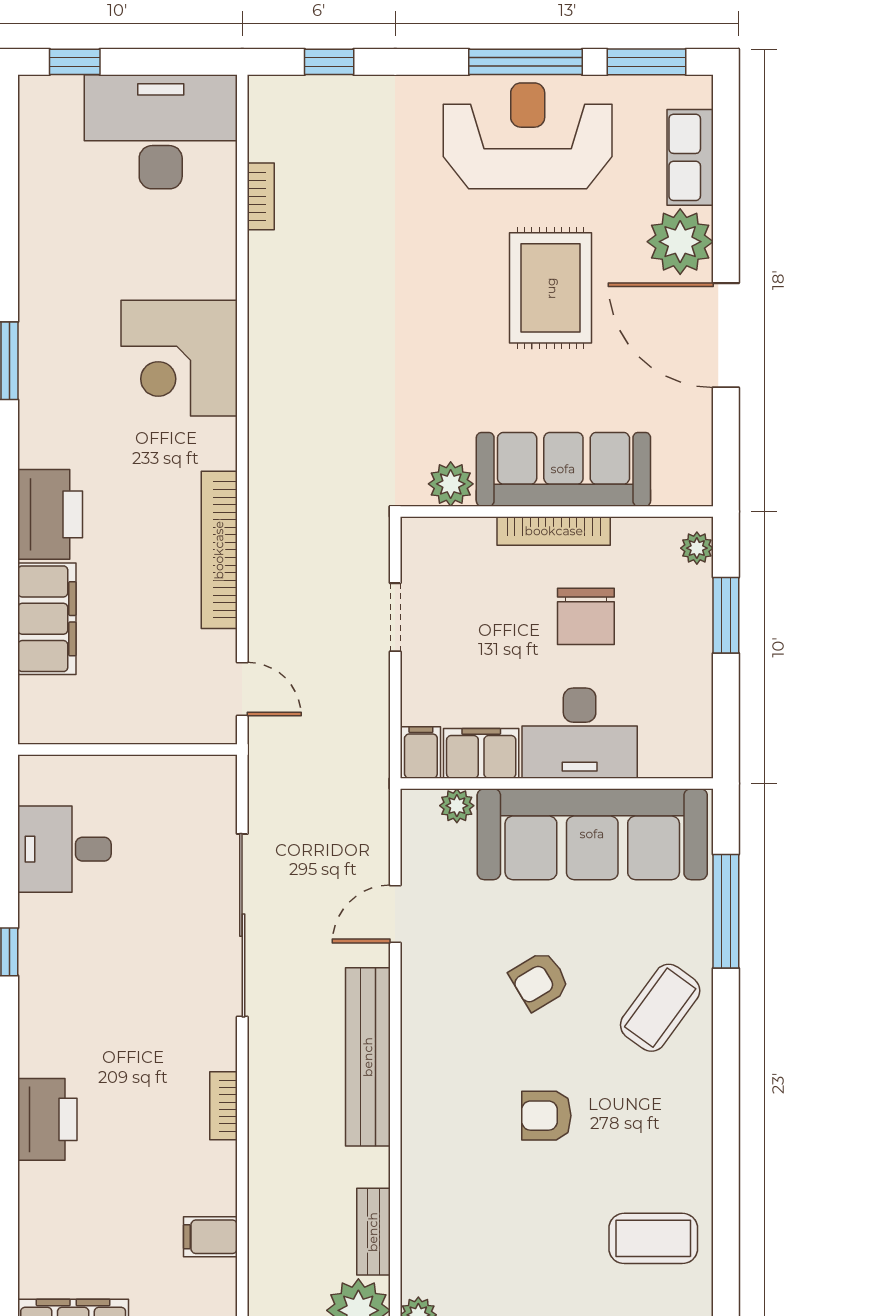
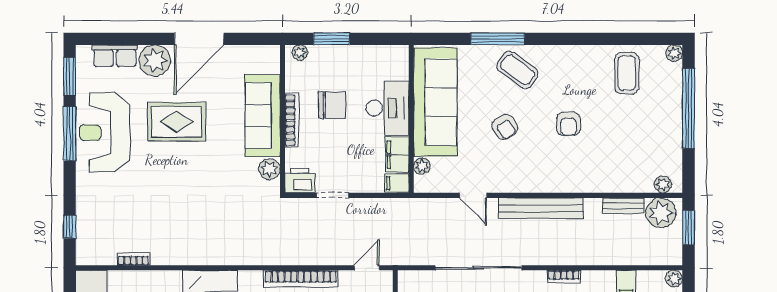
printer: (426, 548) -> (300, 181), added
window: (726, 911) -> (498, 39), moved

